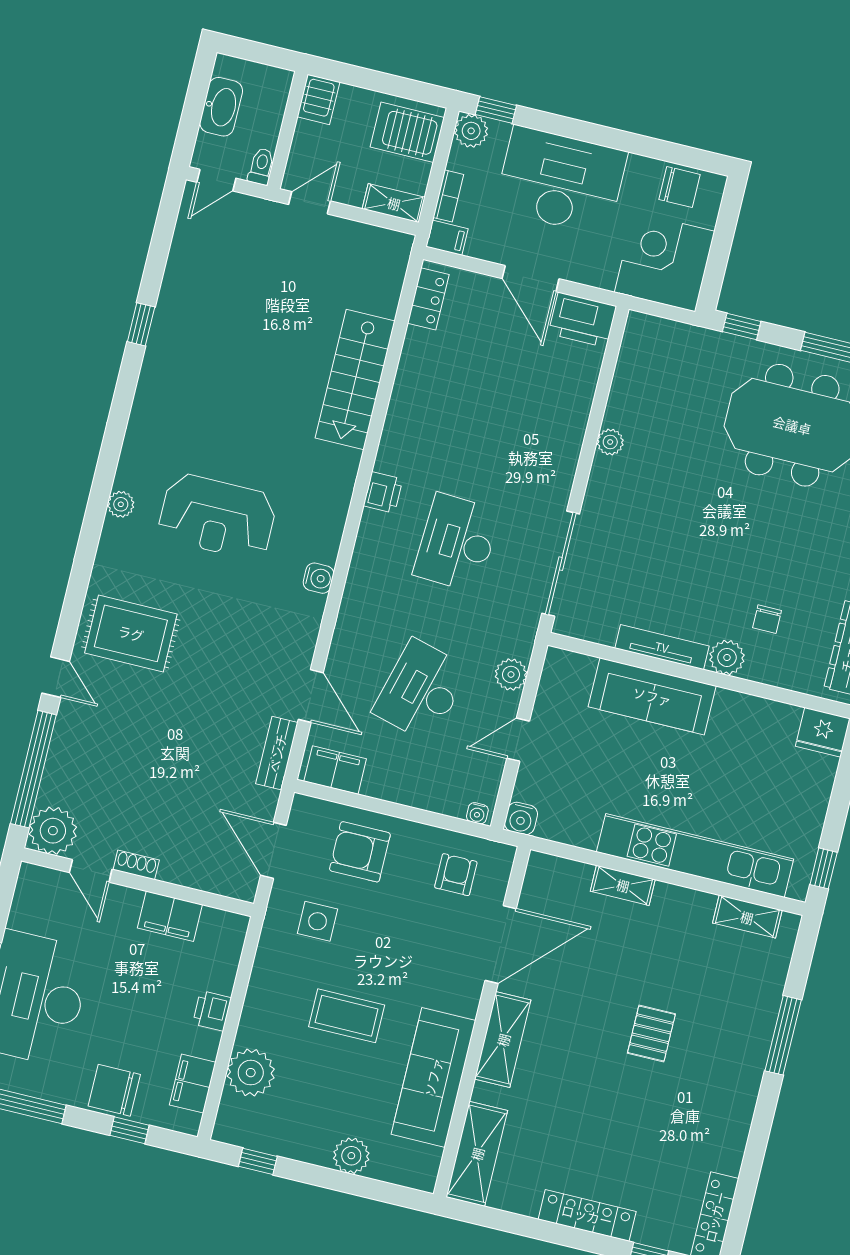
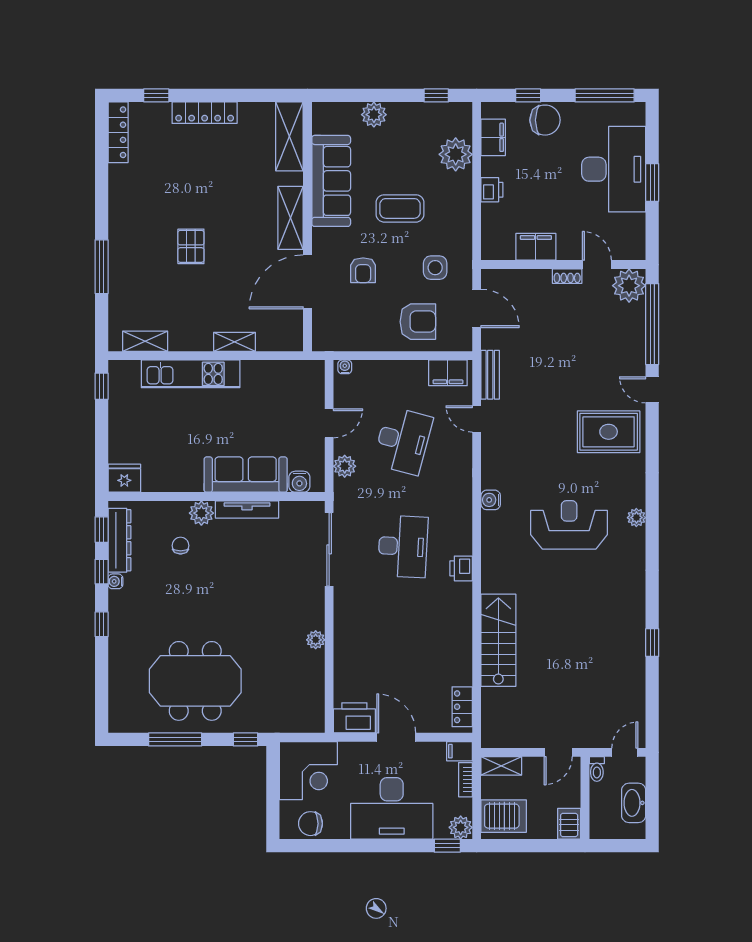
door: (311, 696) -> (477, 419), width x0.73
water cooler: (521, 818) -> (299, 482), moved, turned 180
kitchen unit: (695, 856) -> (191, 374), width x0.73
armchair: (456, 875) -> (363, 270), moved

